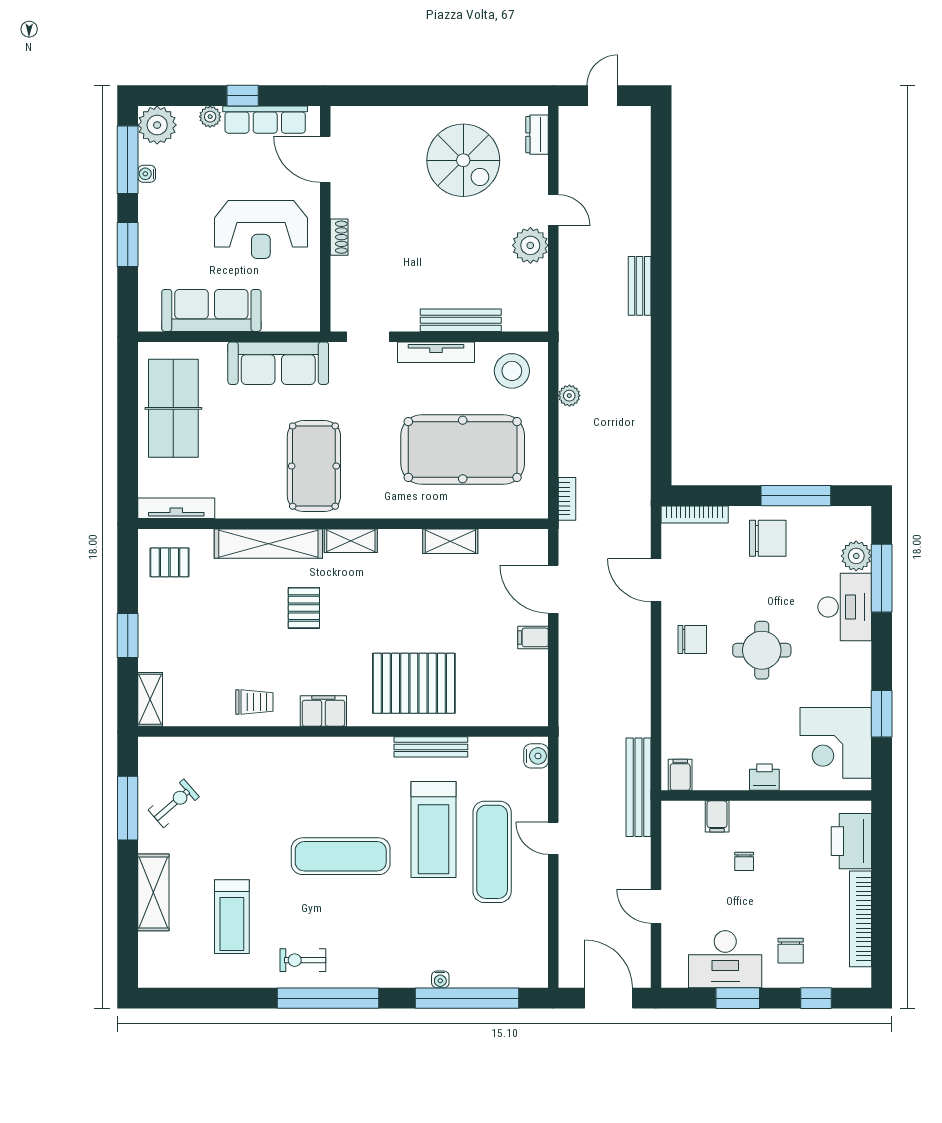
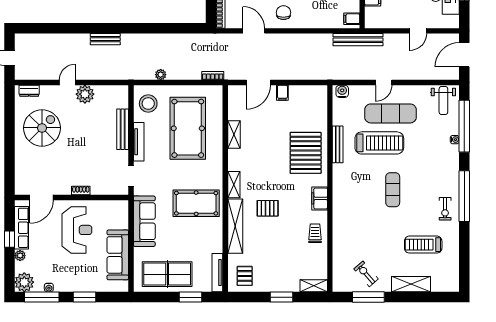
window: (128, 455) -> (191, 297), added
door: (656, 580) -> (254, 31), swing flipped
exercise mat: (341, 856) -> (393, 190), width x0.73, depth x0.69
treadmill: (232, 917) -> (423, 245), turned 180
weight bench: (518, 957) -> (443, 101), added

